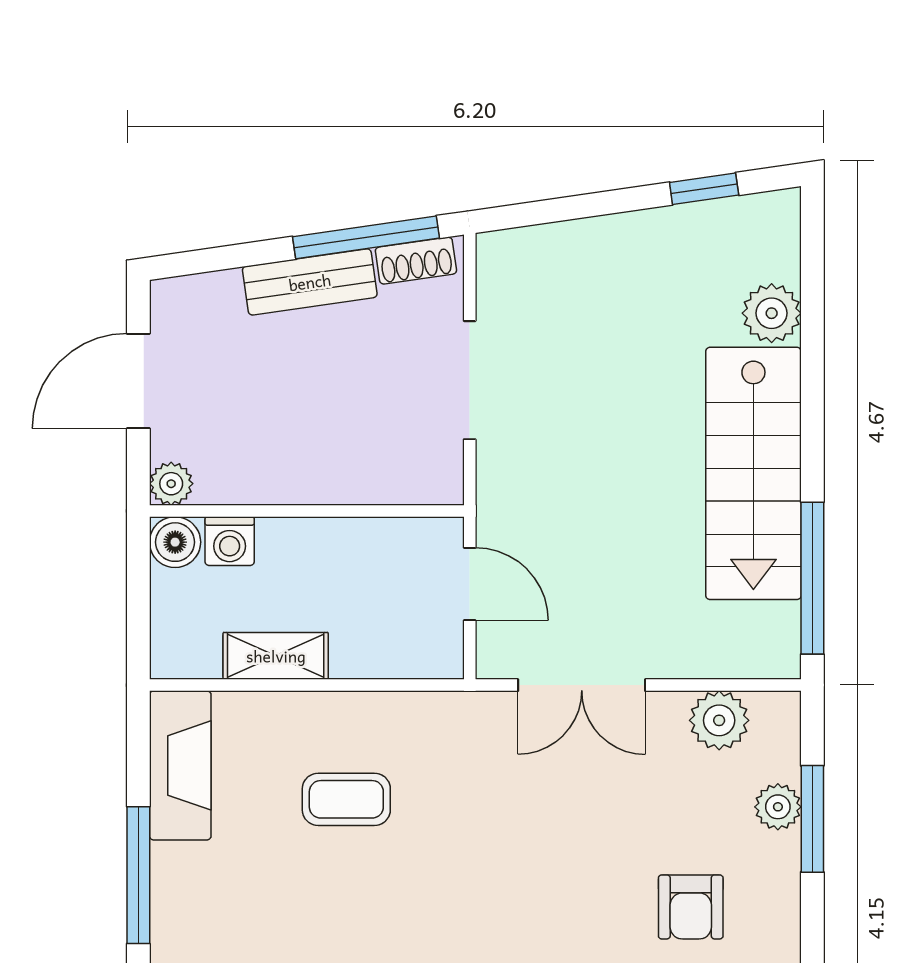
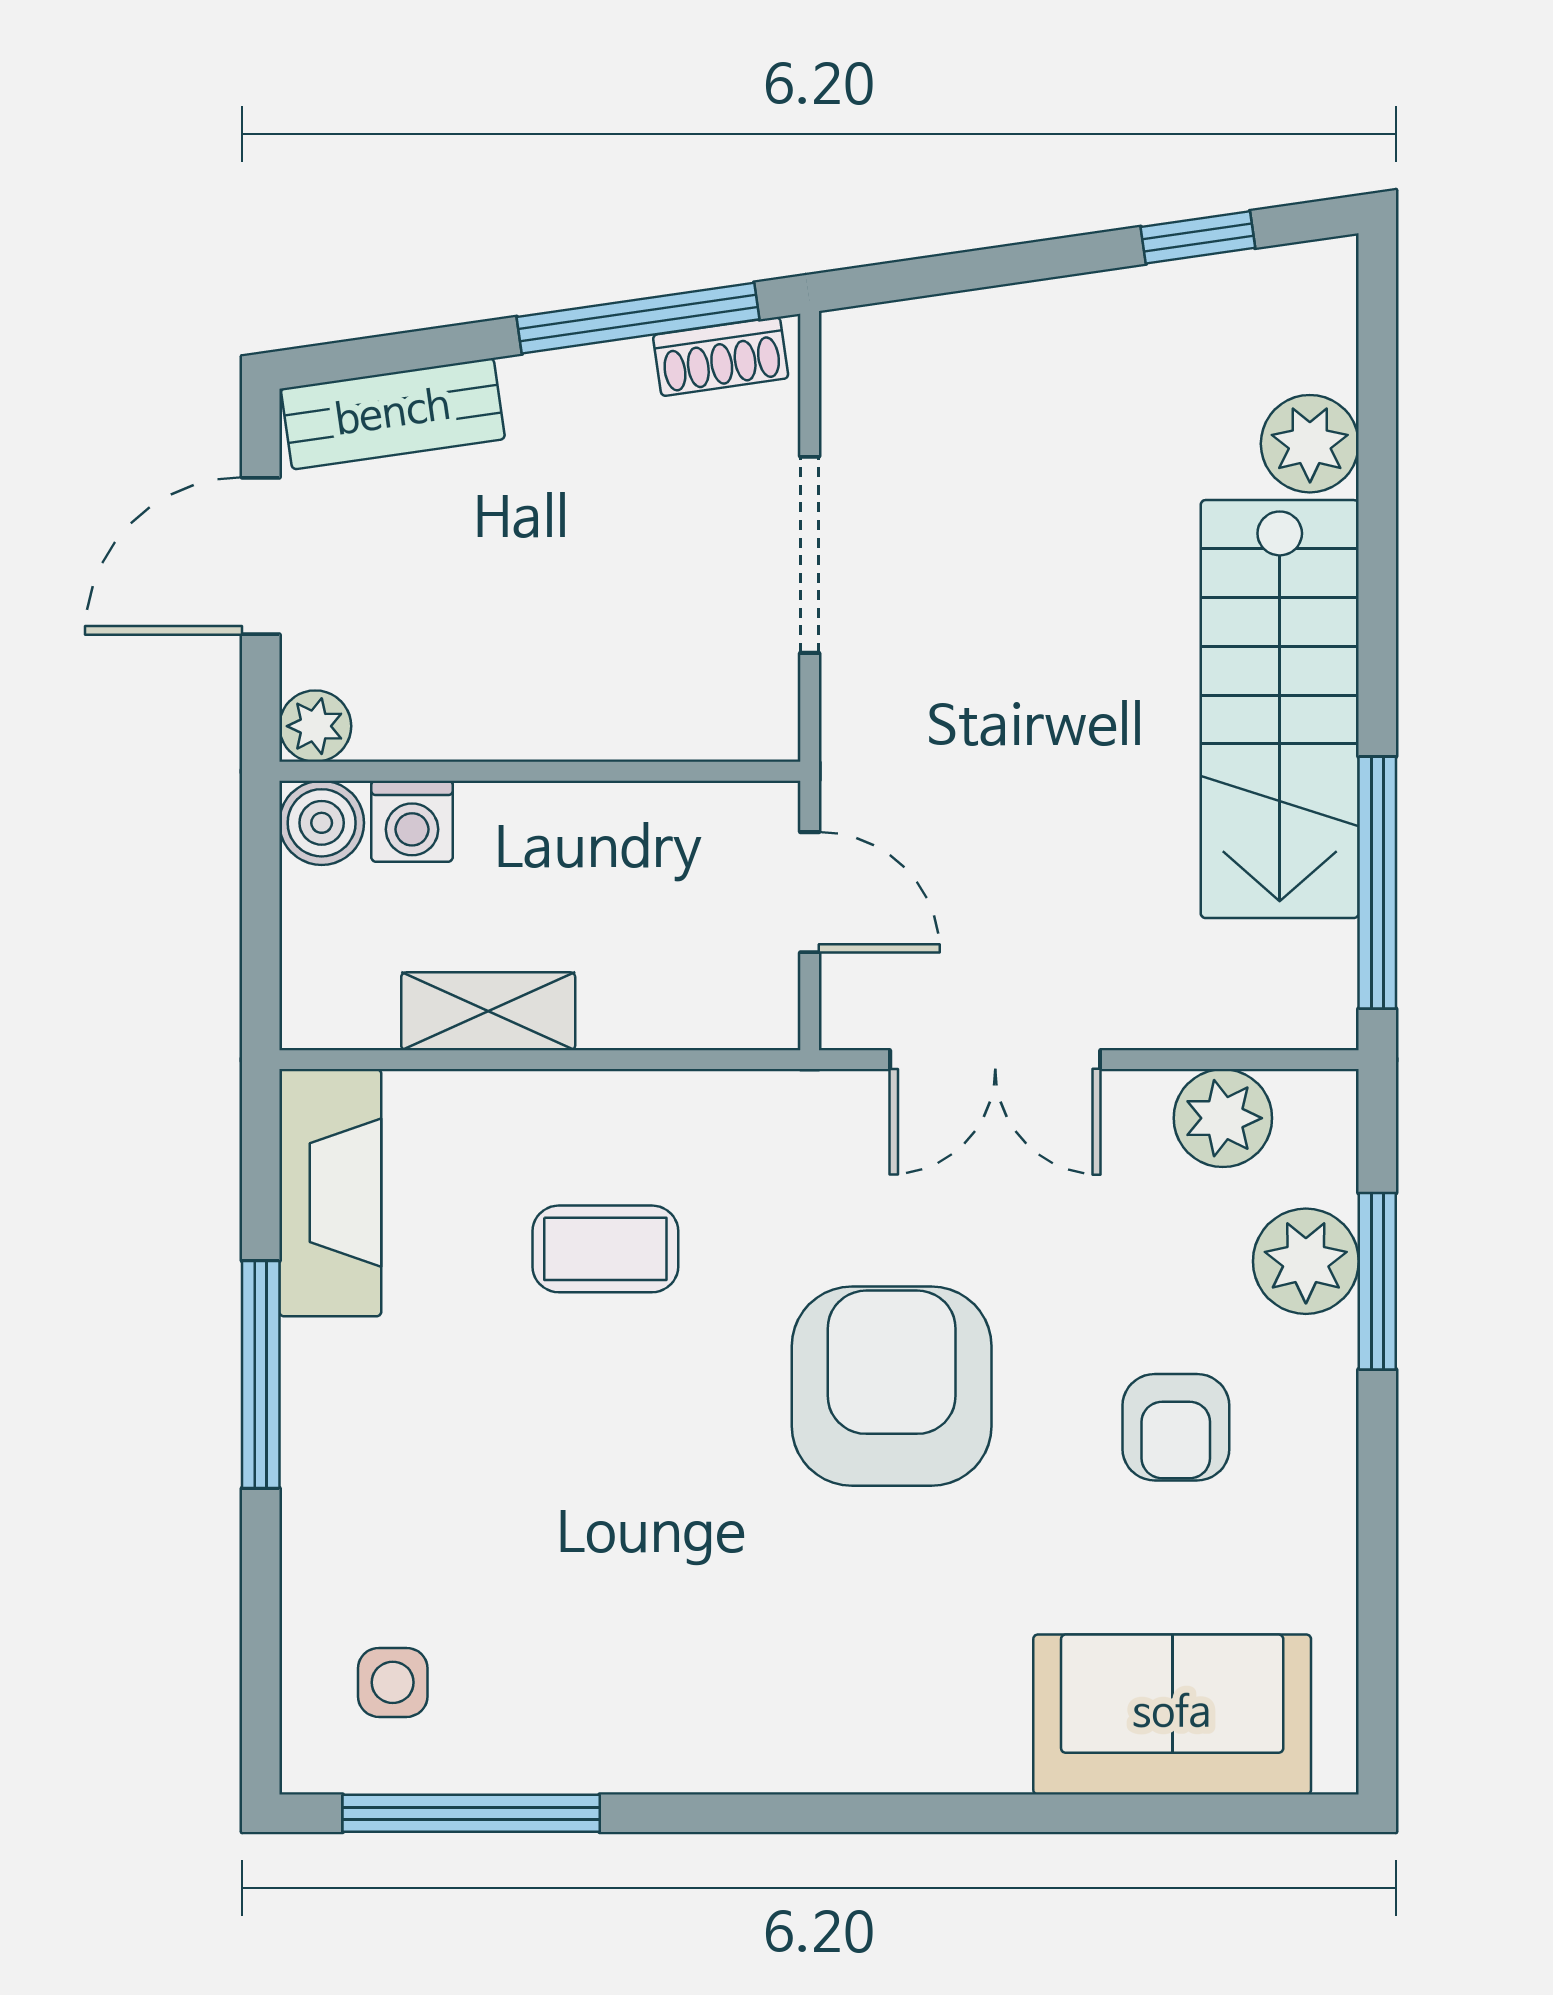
bench: (310, 282) -> (393, 414), moved
plant: (778, 807) -> (1306, 1261), width x1.38, depth x1.38
armchair: (519, 882) -> (892, 1386), added

